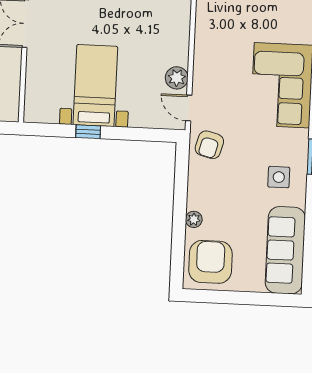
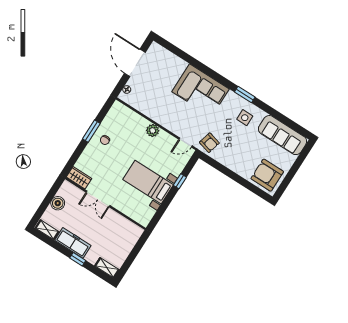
plant: (177, 78) -> (153, 131), moved
window: (88, 132) -> (180, 181), moved
plant: (194, 219) -> (242, 171), removed

